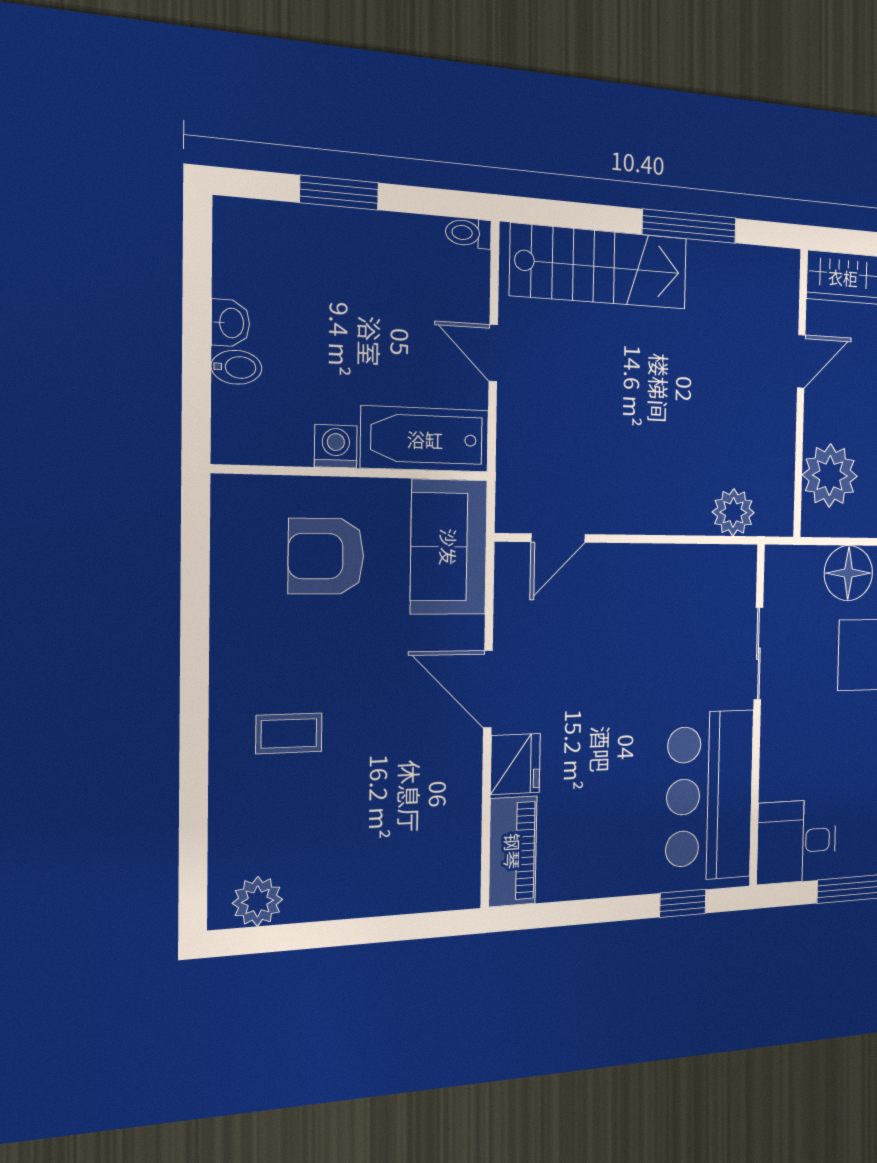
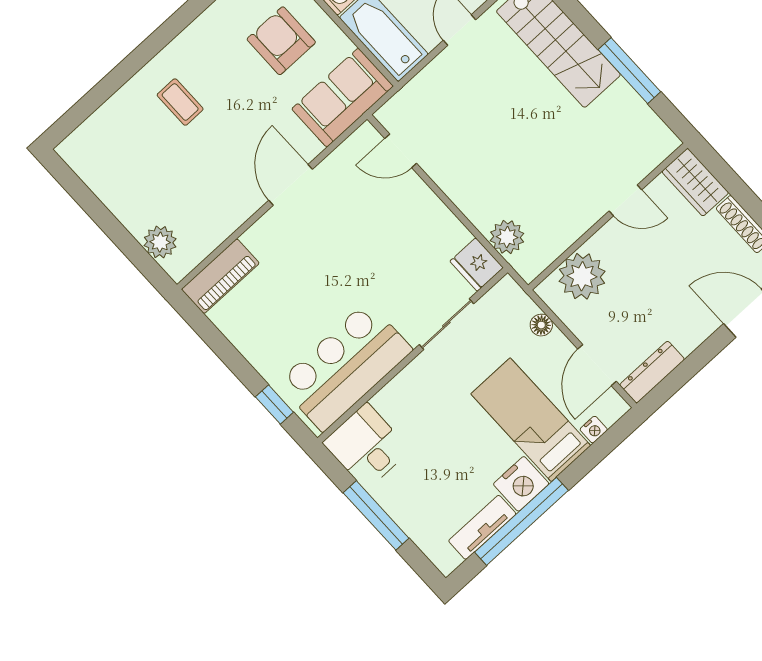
floor lamp: (848, 573) -> (541, 325), width x0.53, depth x0.53
fridge: (515, 764) -> (477, 264), moved, turned 90
plant: (258, 901) -> (160, 242), moved

